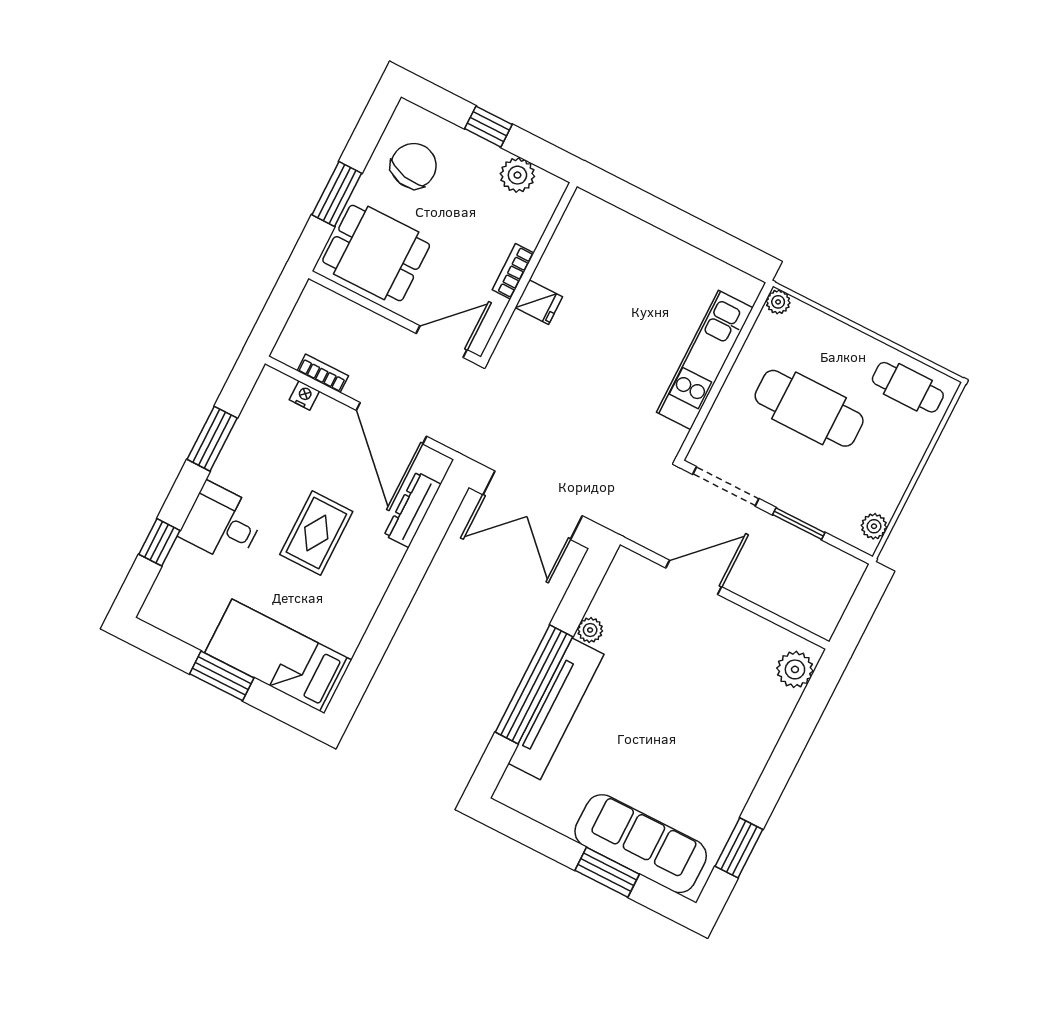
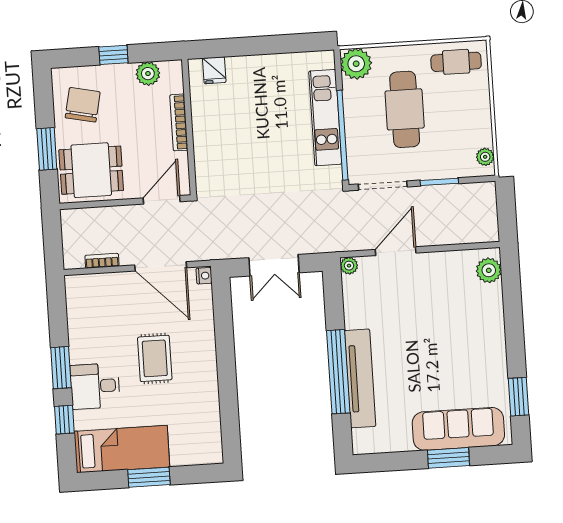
bookcase: (513, 271) -> (179, 122), width x1.56
fridge: (539, 302) -> (214, 70), moved, turned 90
plant: (778, 302) -> (356, 64), width x1.87, depth x1.87
window: (713, 394) -> (342, 135), added
nightstand: (304, 395) -> (204, 276), moved, turned 90
cafe table: (809, 408) -> (405, 109), turned 90
window: (212, 439) -> (61, 368), moved
double door: (533, 505) -> (274, 265), width x0.73
dresser: (413, 510) -> (204, 310), removed
plant: (590, 630) -> (349, 266), moved
bed: (278, 656) -> (122, 449), moved, turned 180

